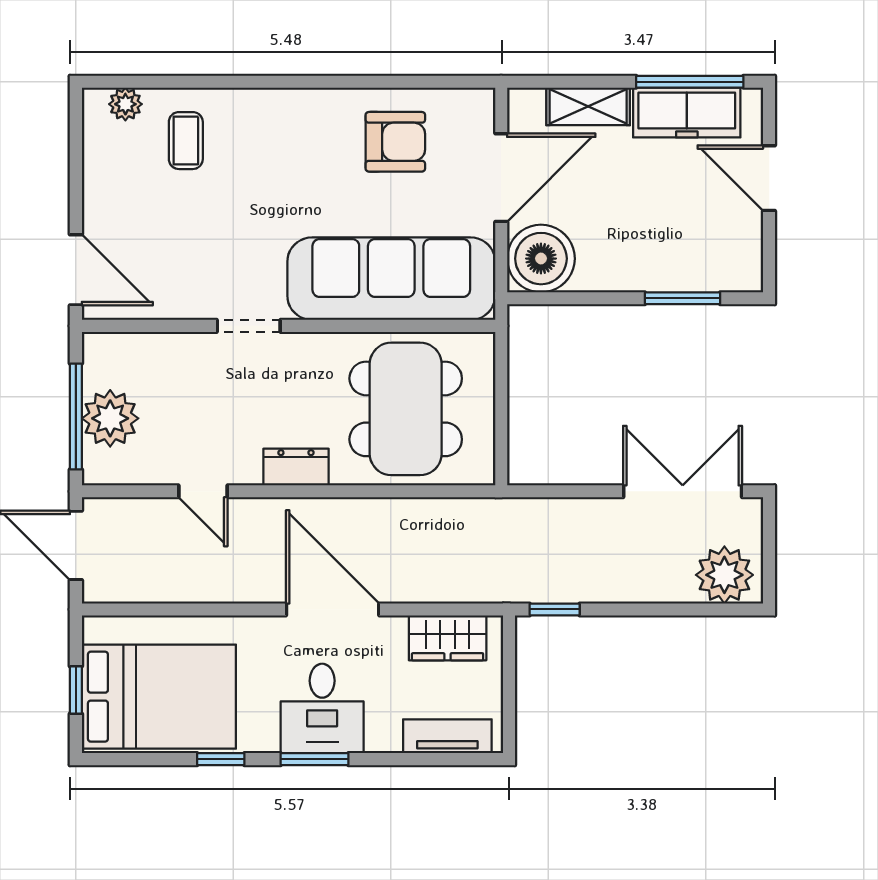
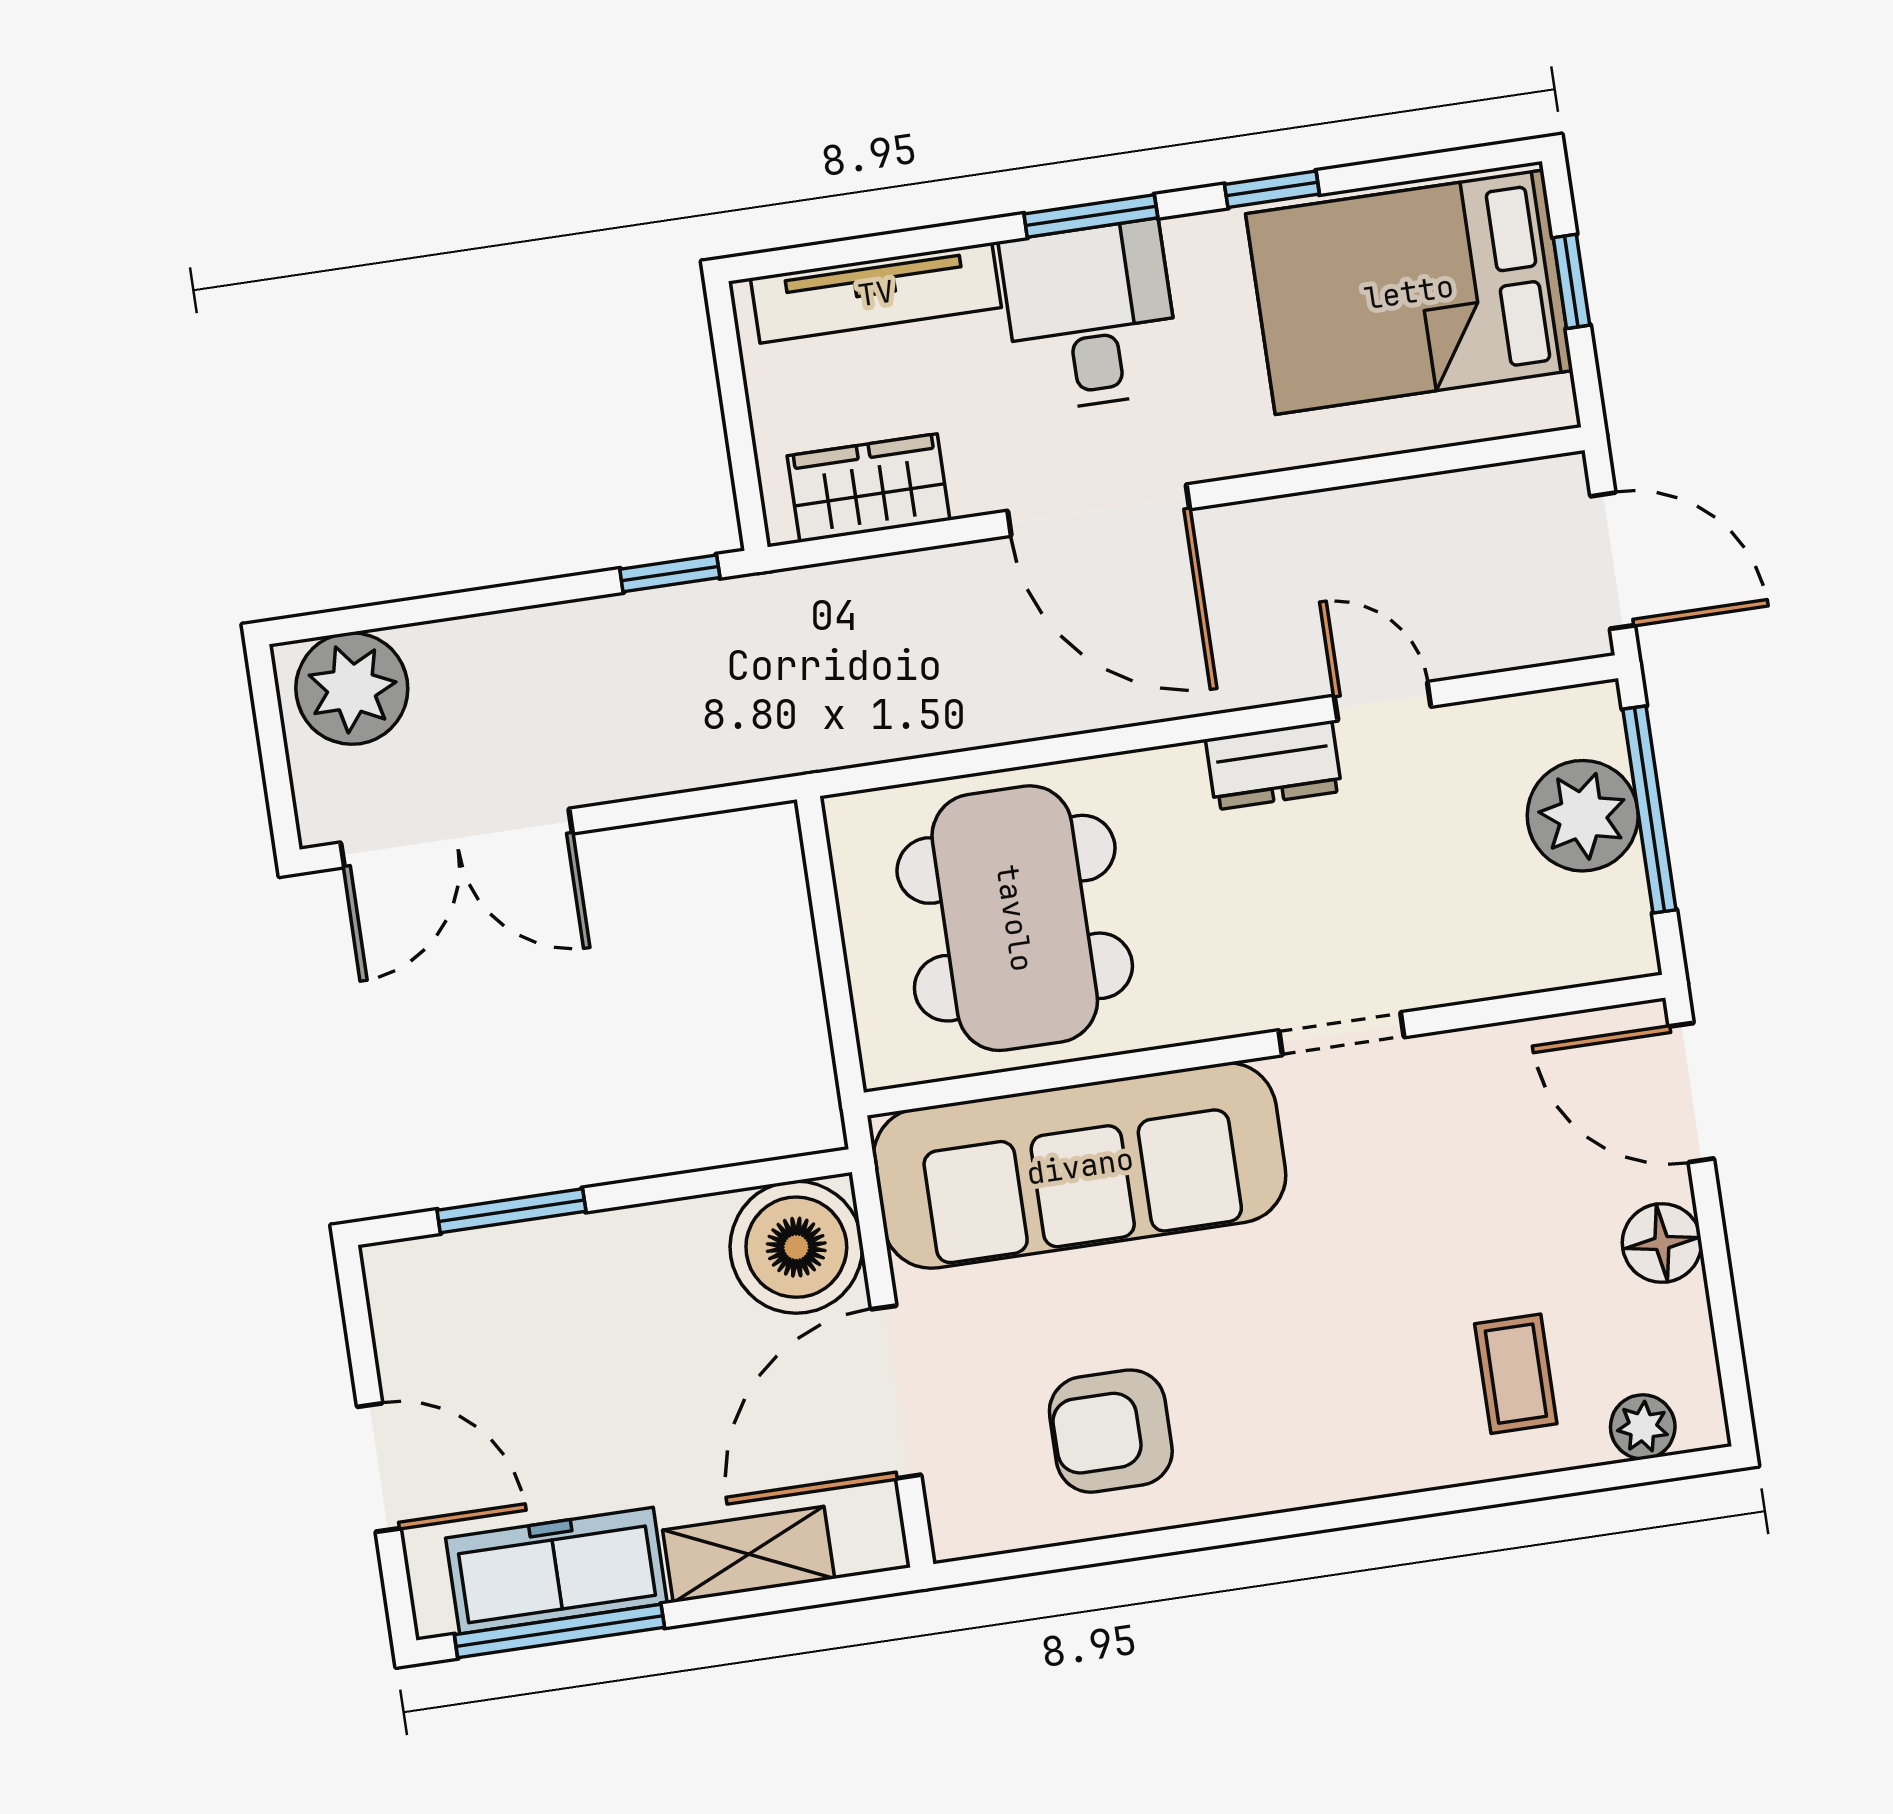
floor lamp: (102, 196) -> (1662, 1243), added
dresser: (296, 467) -> (1274, 765), moved
tv unit: (447, 736) -> (876, 293), width x1.41

